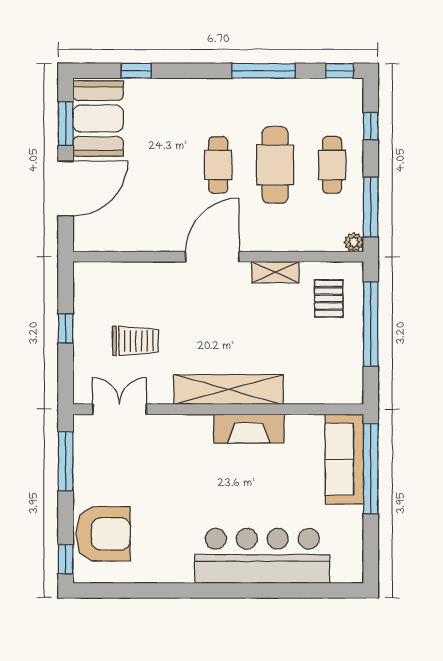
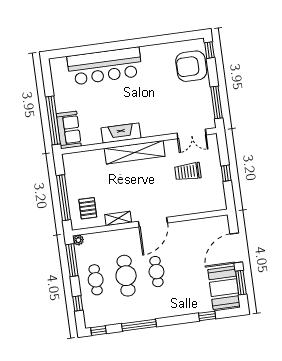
sofa: (344, 459) -> (69, 130), width x0.73

